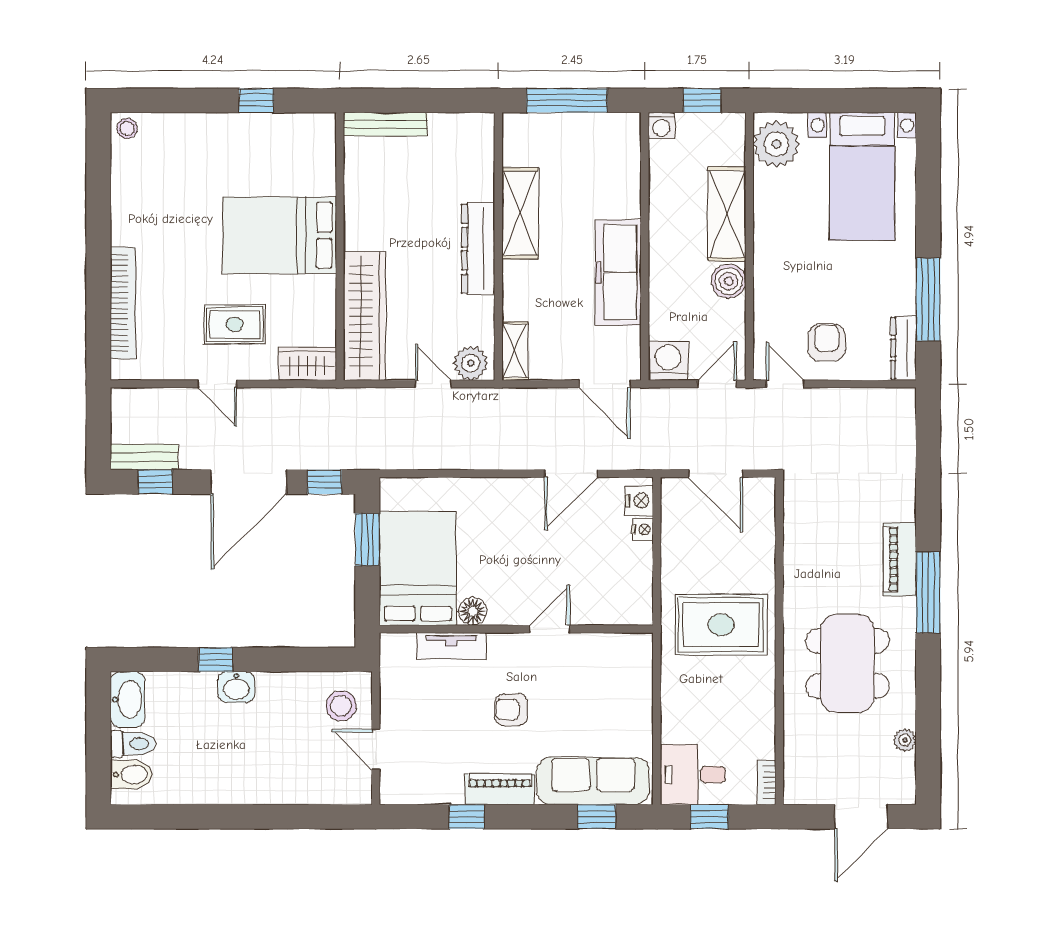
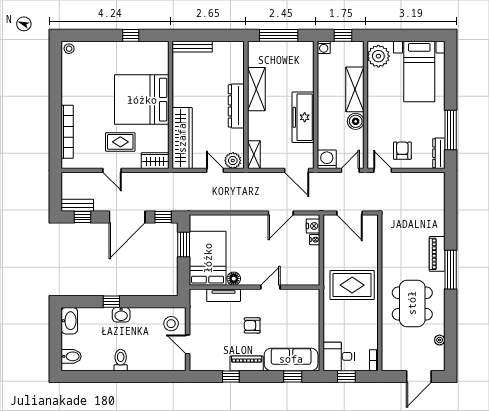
bed: (279, 235) -> (142, 100), width x1.36
toilet: (133, 744) -> (121, 360), moved, turned -90

